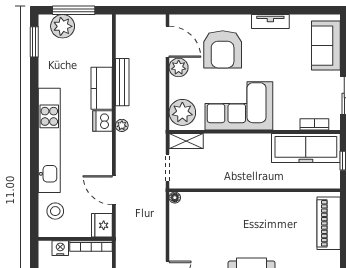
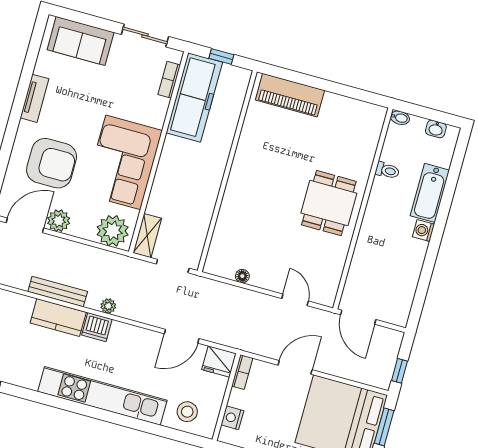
floor lamp: (175, 198) -> (242, 276), moved
bookcase: (91, 246) -> (242, 372), width x0.64

